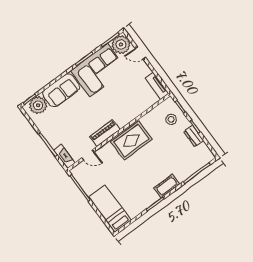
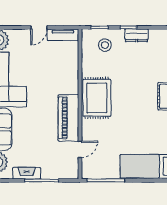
door: (140, 53) -> (39, 27), moved
piano: (105, 133) -> (68, 118), width x1.37, depth x1.33
fireplace: (64, 157) -> (27, 173), moved

